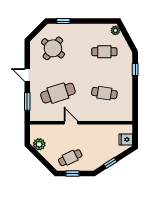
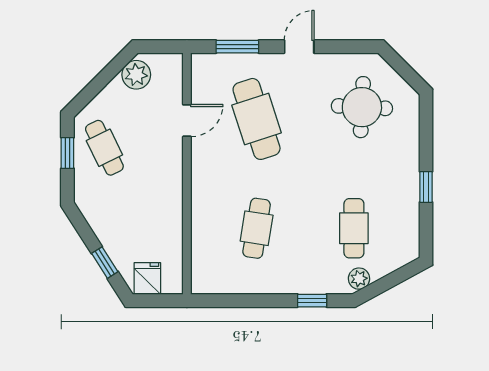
window: (63, 21) -> (426, 187), moved
plant: (115, 30) -> (359, 279), moved
round table: (53, 48) -> (362, 107), turned -35
door: (71, 123) -> (187, 121), moved
window: (110, 163) -> (105, 263), moved

